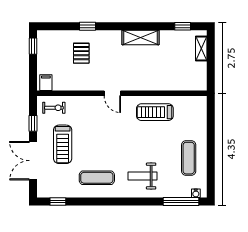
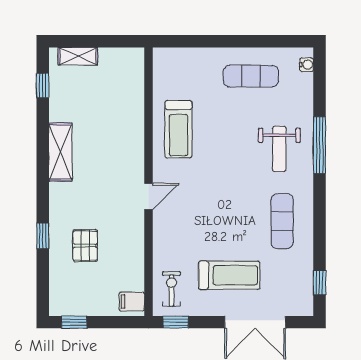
pallet: (81, 53) -> (85, 246), turned 90
window: (33, 123) -> (176, 322), moved
window: (181, 201) -> (320, 145), moved

